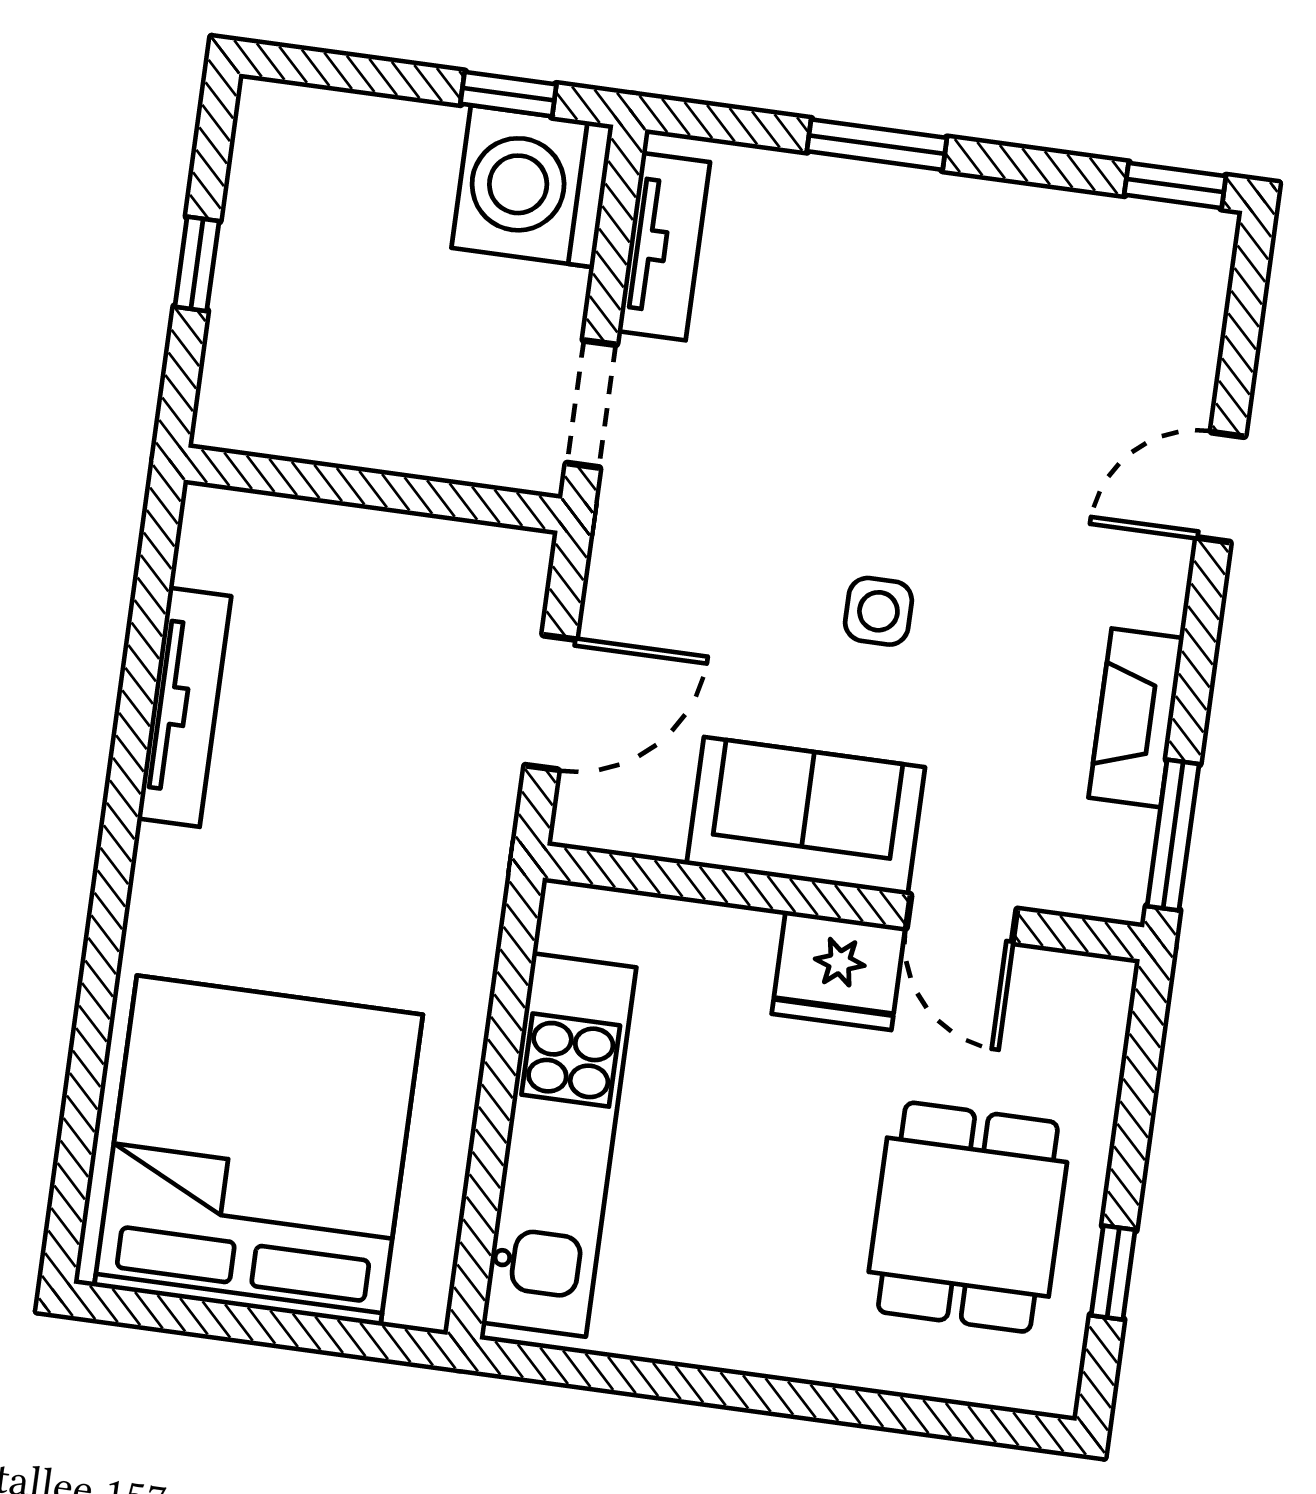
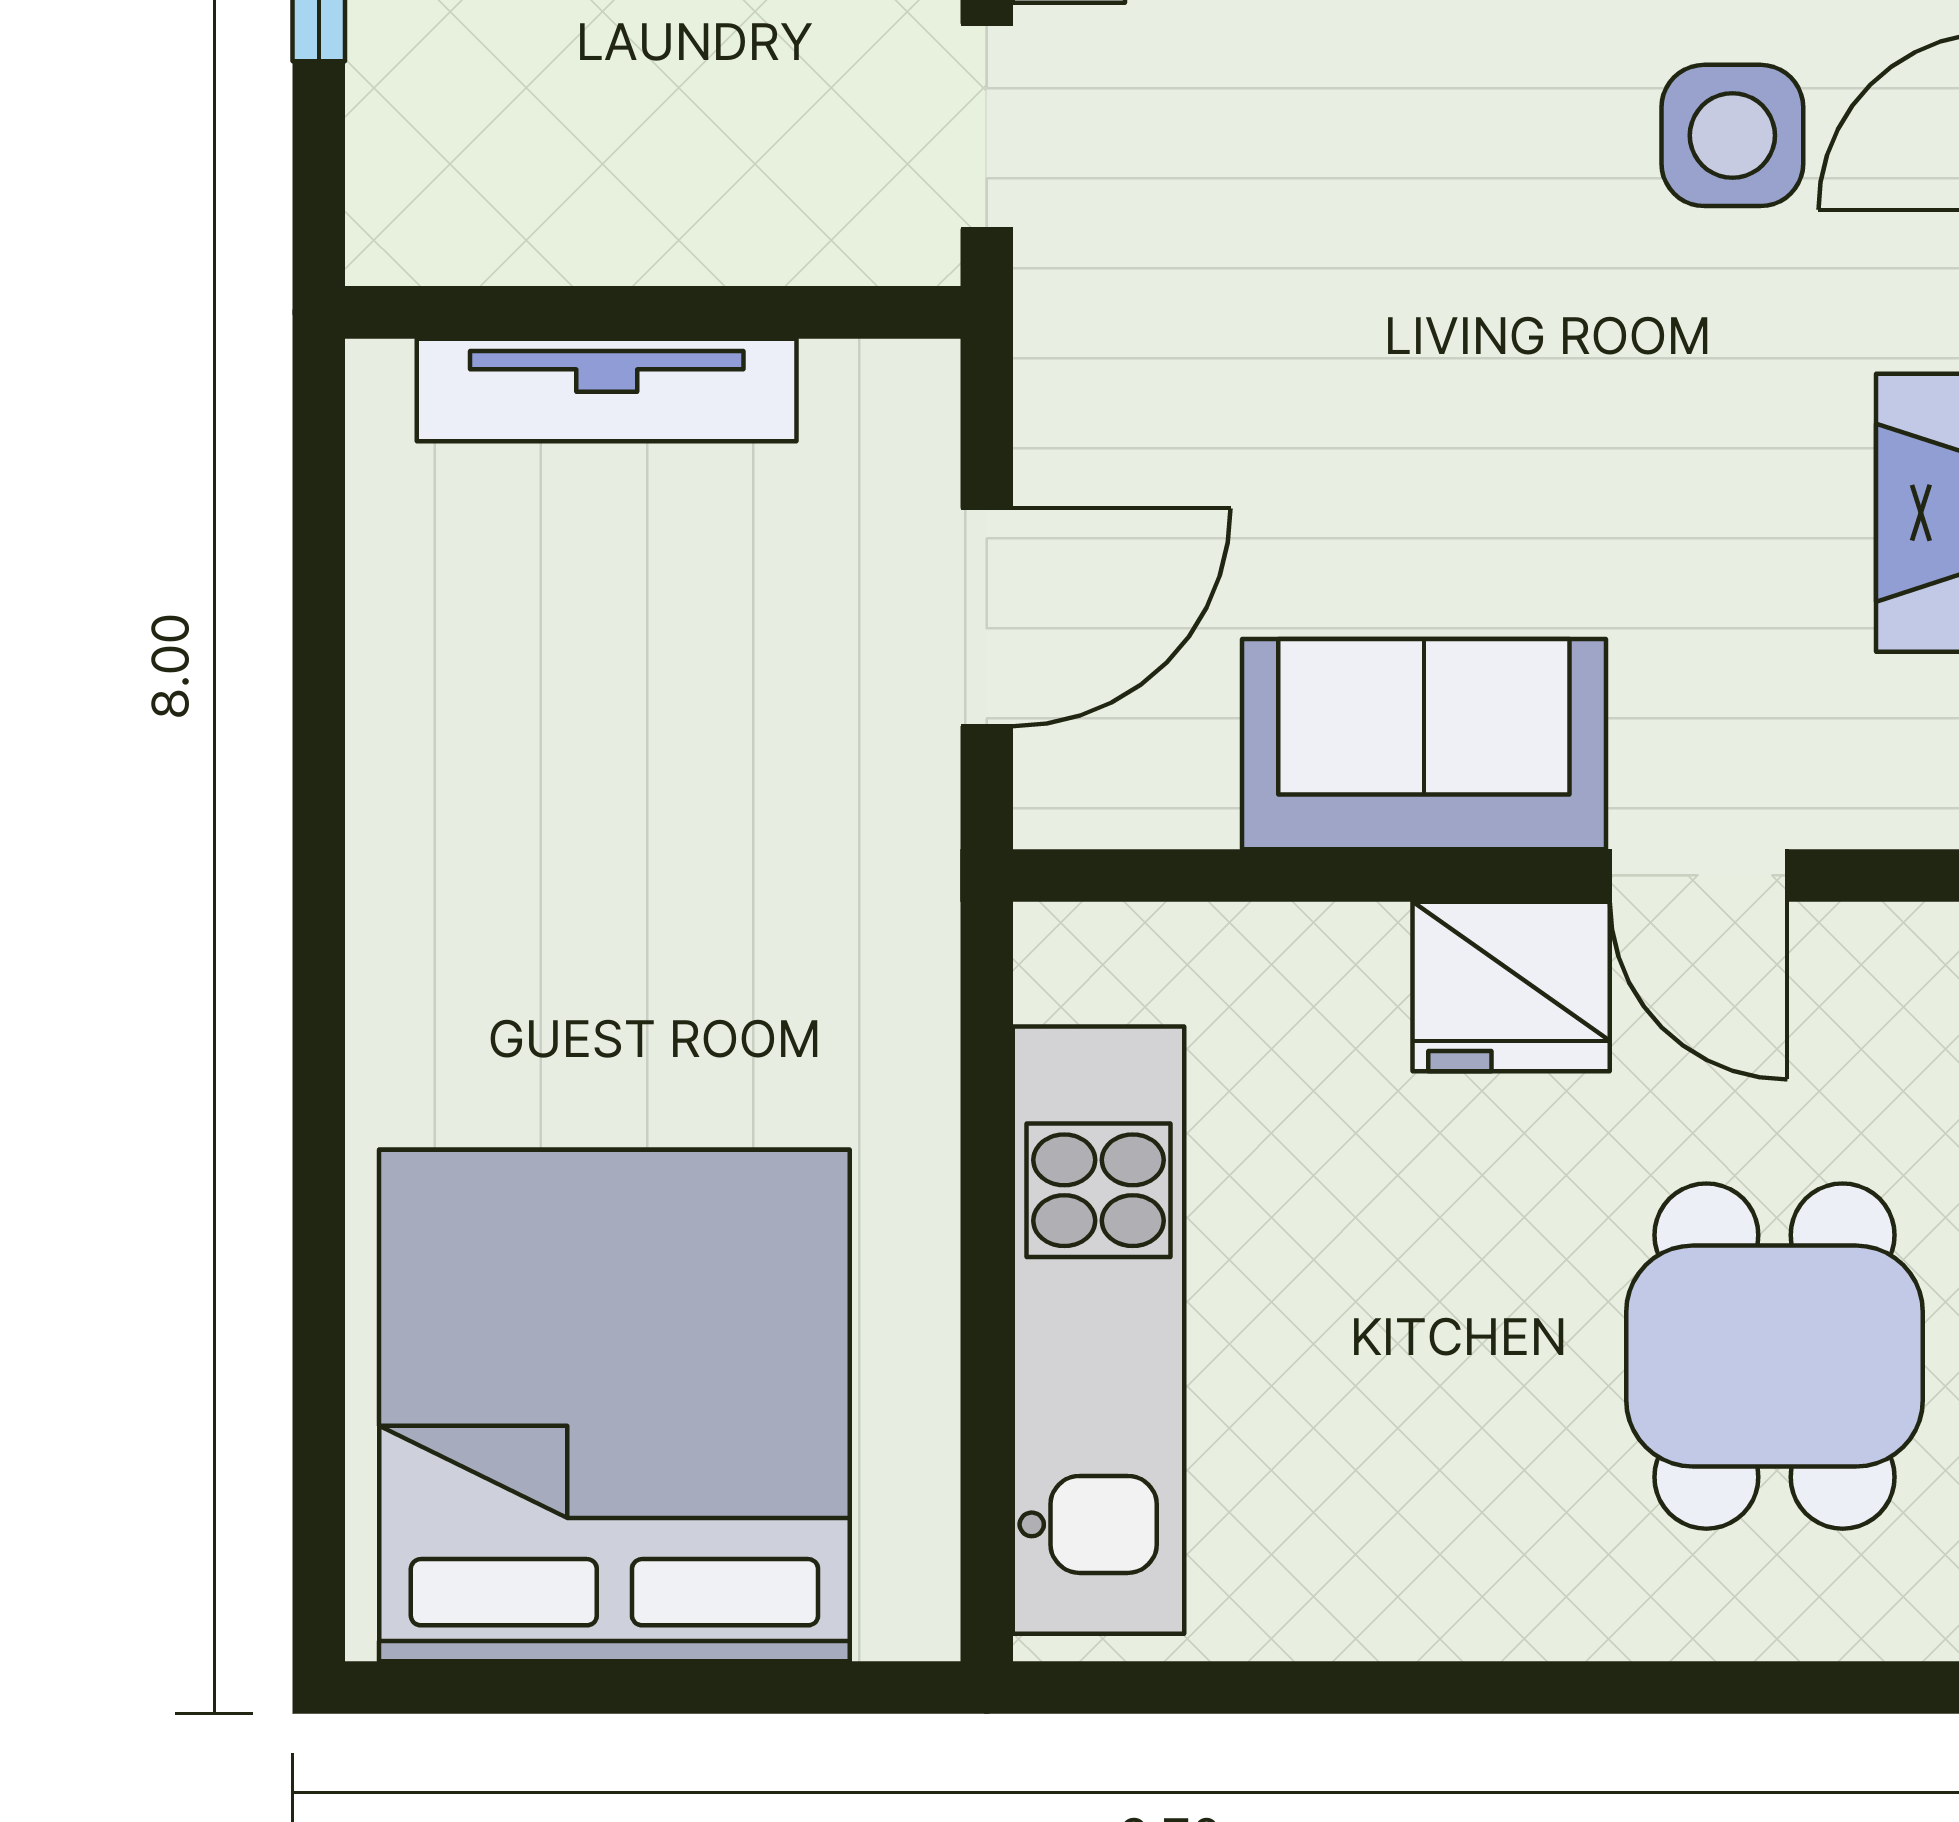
side table: (878, 611) -> (1732, 135), moved, width x1.37, depth x1.37
tv unit: (184, 707) -> (607, 390), moved, turned 90

